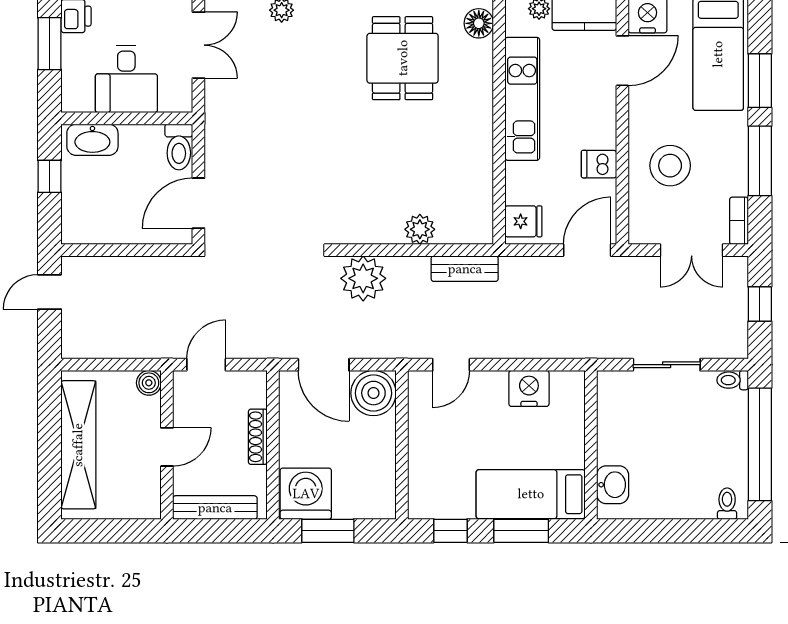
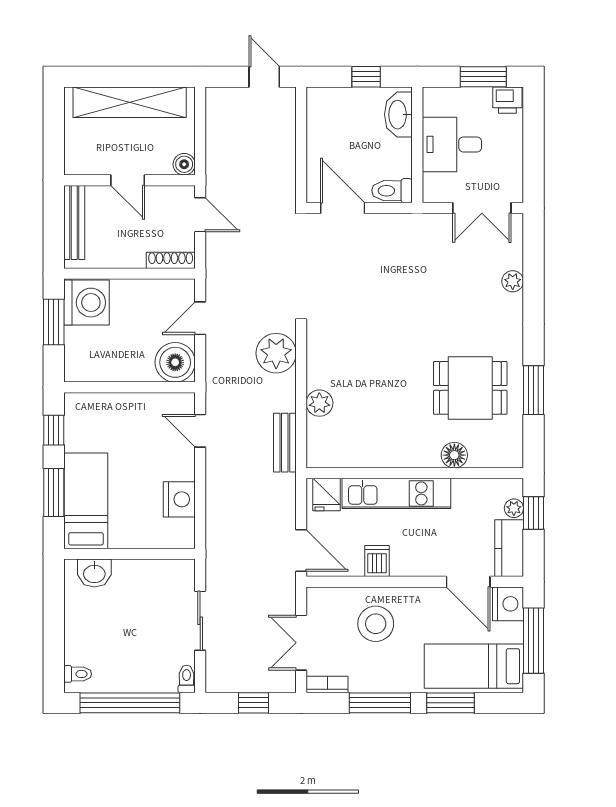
floor lamp: (479, 23) -> (454, 455), moved
kitchen unit: (522, 99) -> (396, 493), moved
door: (324, 365) -> (200, 318), width x0.73
shoe rack: (258, 437) -> (171, 260), moved

